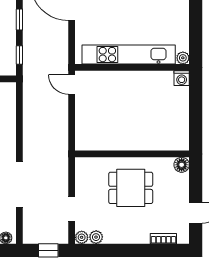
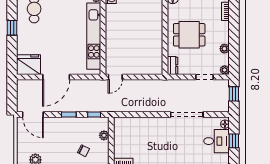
dresser: (88, 164) -> (172, 66), added
dining table: (131, 188) -> (189, 35), turned 90
plant: (96, 237) -> (224, 49), moved

